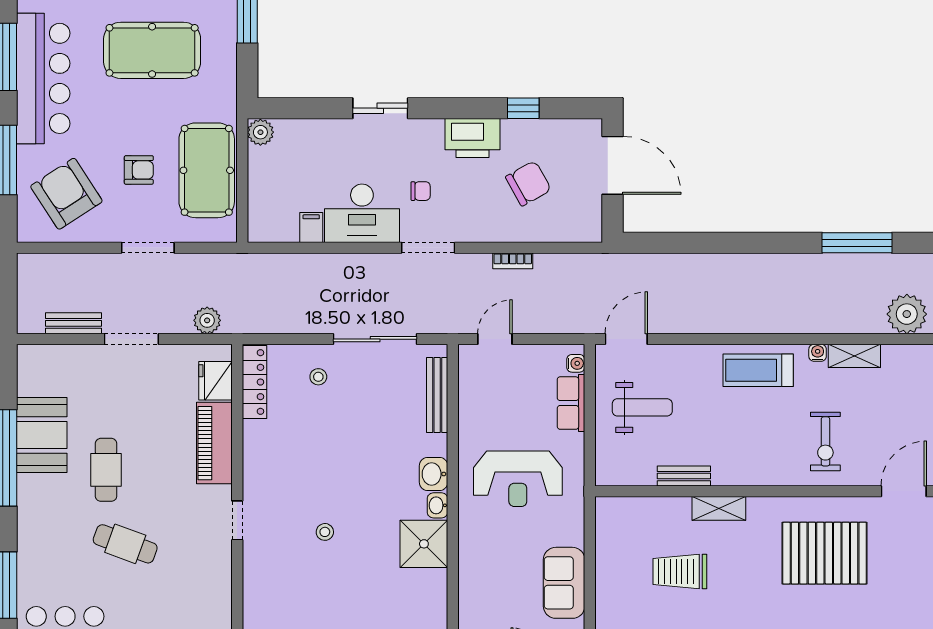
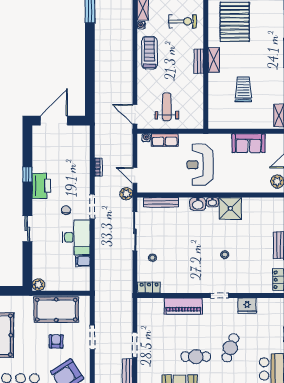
window: (523, 108) -> (27, 174), moved
chair: (528, 183) -> (62, 160), removed
plant: (207, 320) -> (126, 194), moved
treadmill: (758, 370) -> (149, 53), turned 180
fridge: (215, 381) -> (247, 306), moved
locker: (254, 382) -> (149, 287), width x0.66
bench: (684, 476) -> (199, 61), moved
reception desk: (518, 479) -> (200, 165), turned 180
shelving: (719, 508) -> (214, 60), moved
trolley: (680, 572) -> (243, 89), turned 180

